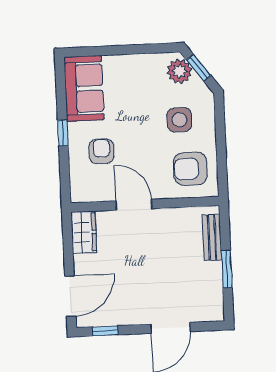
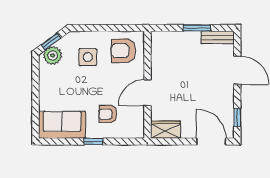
armchair: (190, 169) -> (123, 51), turned 90
bench: (212, 237) -> (218, 37), moved

